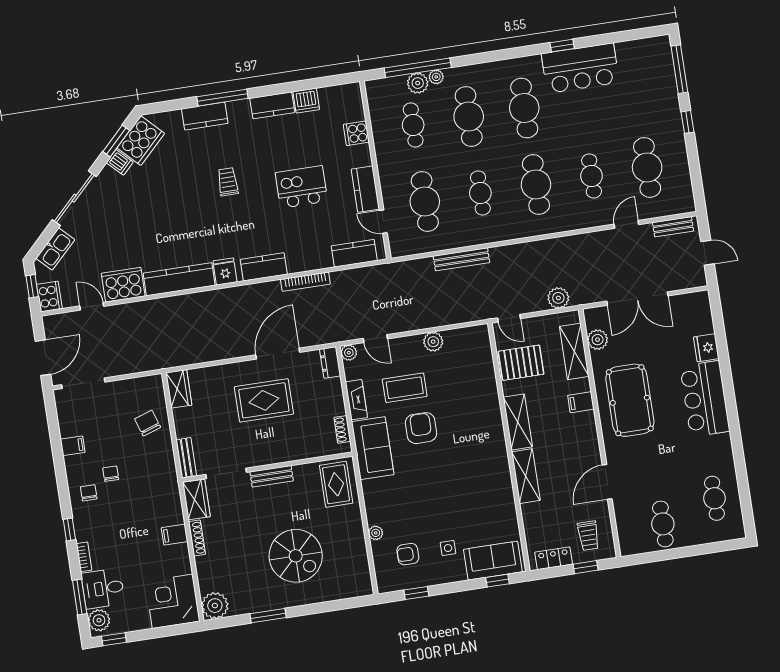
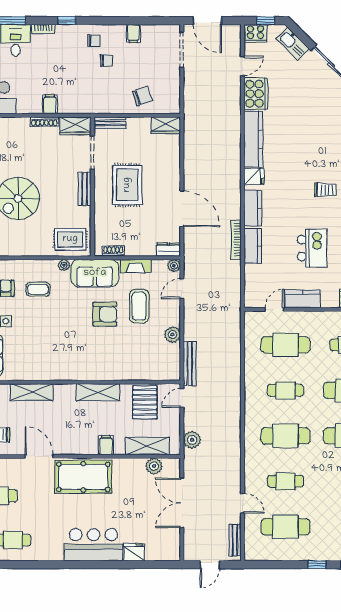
kitchen counter: (354, 253) -> (253, 246), moved
bench: (461, 259) -> (190, 364), moved
rug: (264, 400) -> (127, 185), moved
pool table: (630, 400) -> (83, 477), moved
shelving: (526, 476) -> (32, 392), moved
coffee table: (403, 514) -> (38, 289), added
plant: (376, 533) -> (64, 265), moved

